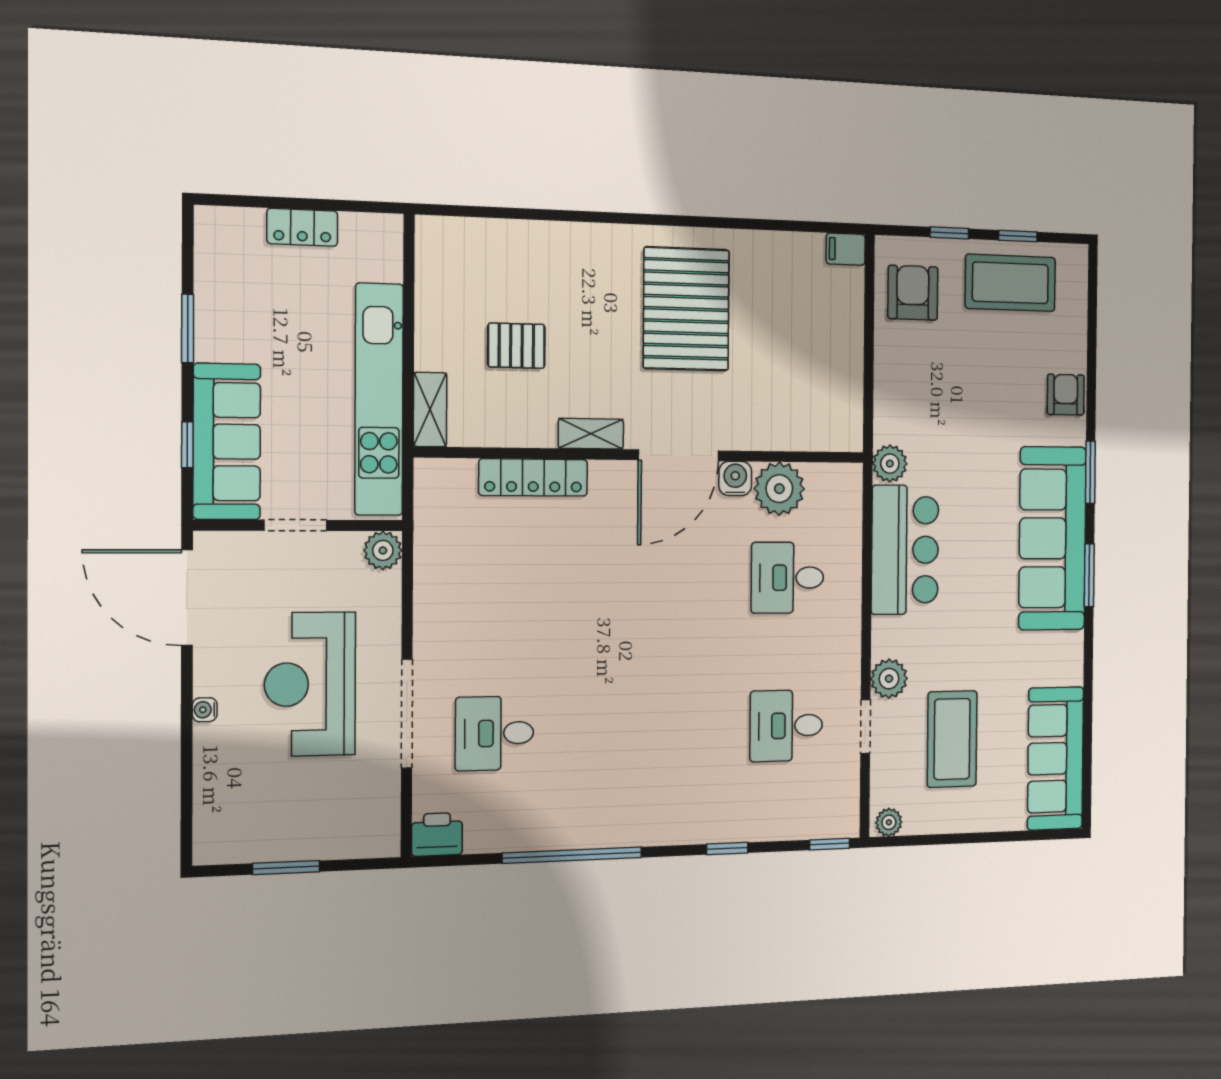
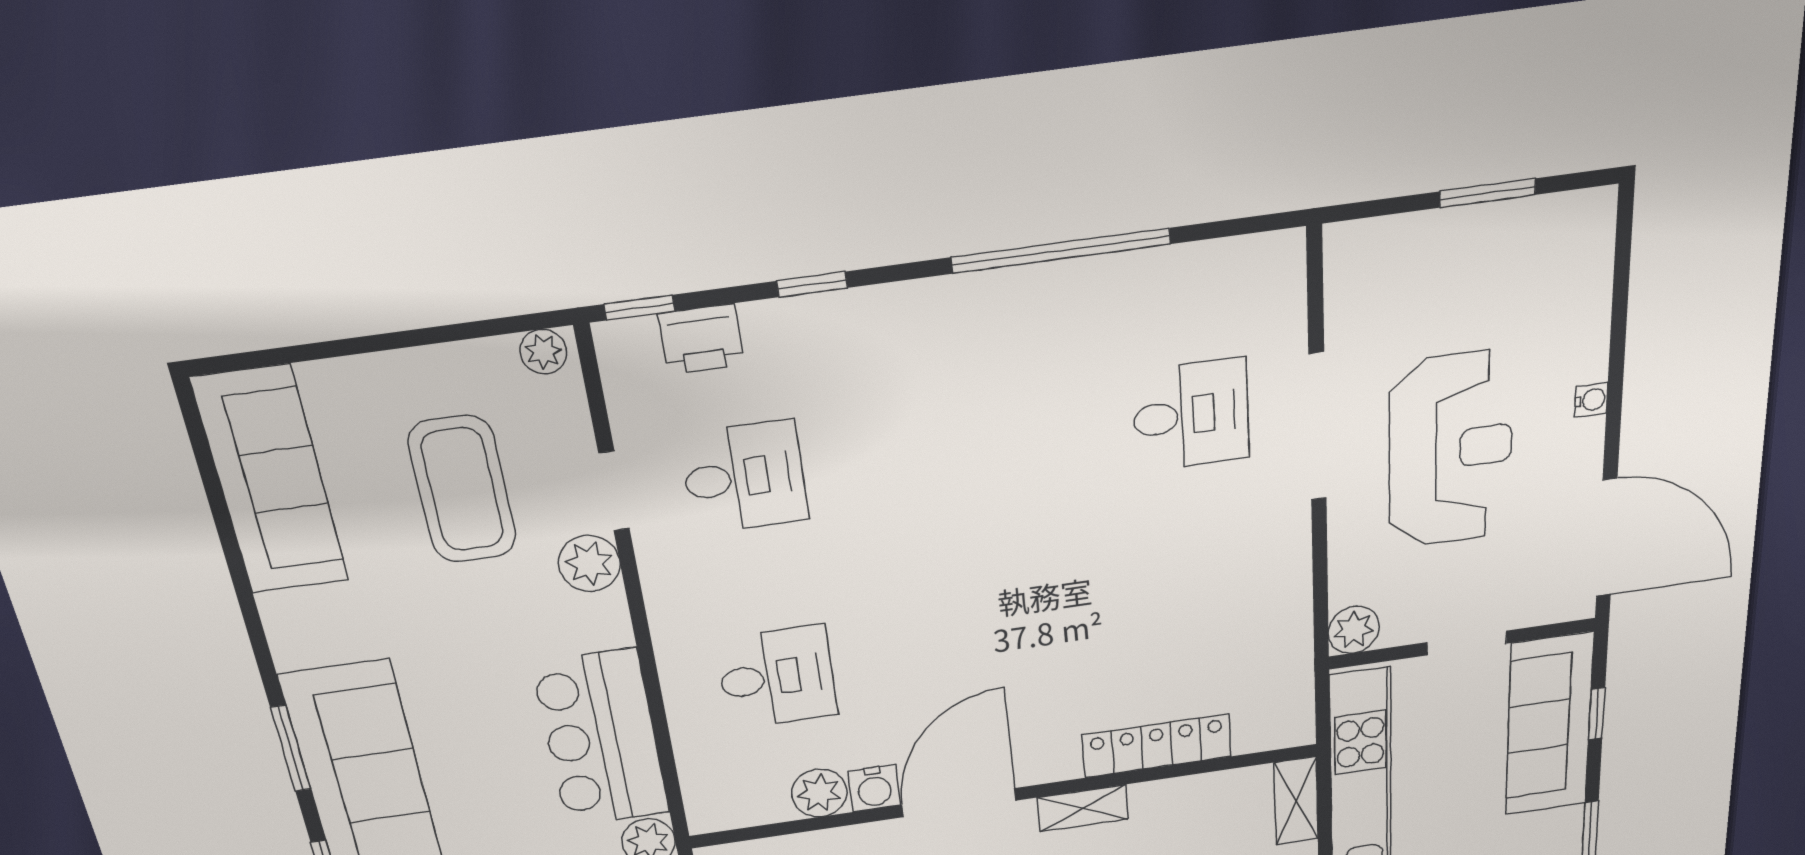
plant: (779, 489) -> (819, 793), width x0.73, depth x0.73
printer: (437, 834) -> (701, 339), moved

